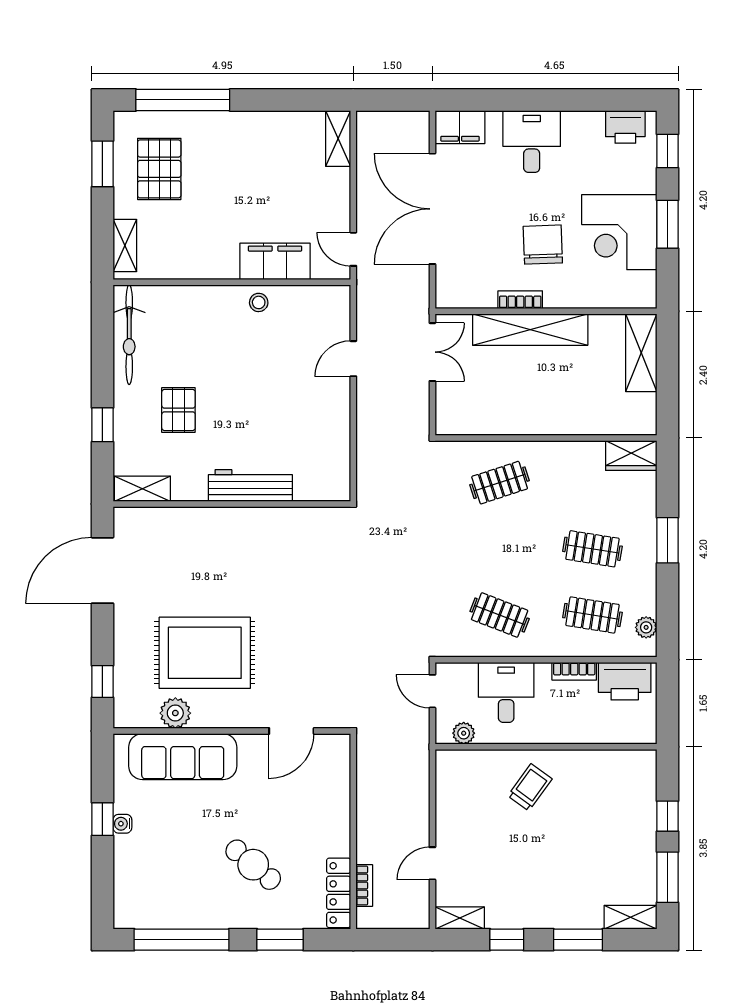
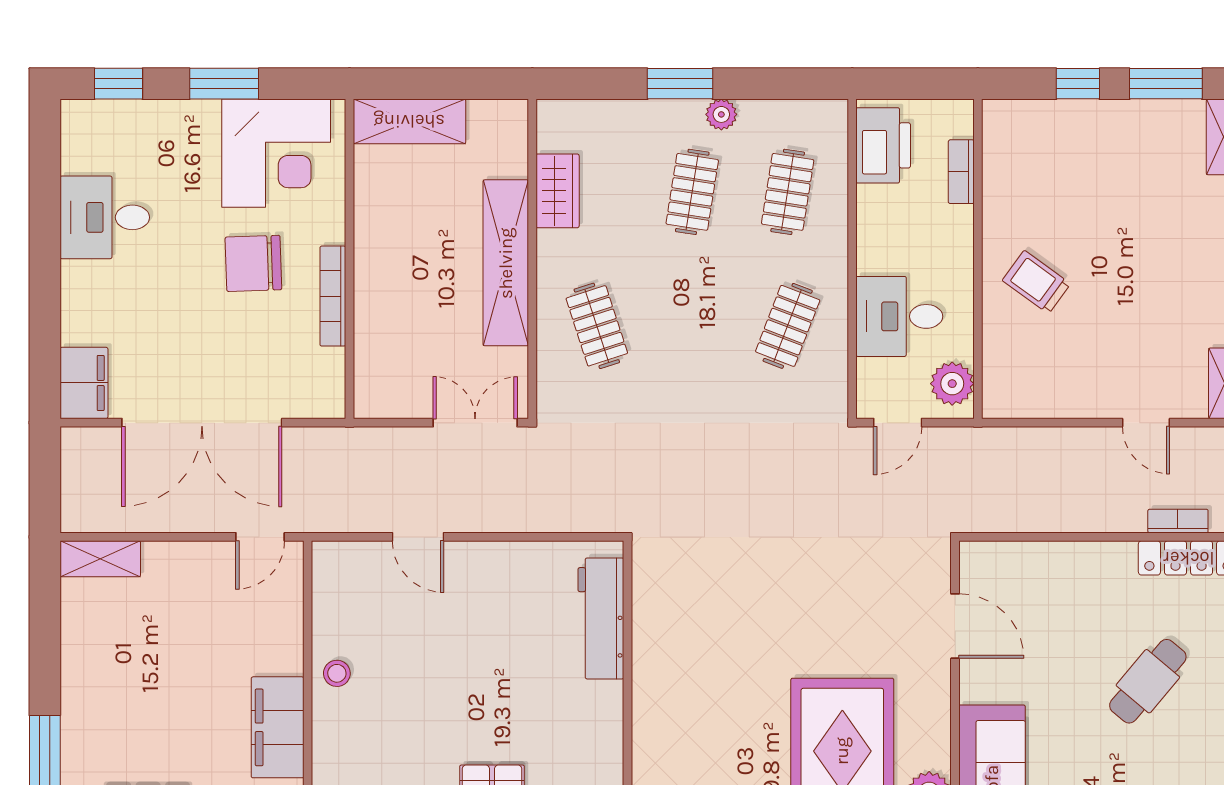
printer: (625, 127) -> (84, 144), removed
desk: (532, 142) -> (105, 217), moved
corner desk: (619, 232) -> (276, 153), moved
filing cabinet: (275, 261) -> (278, 727), moved
bookcase: (520, 300) -> (333, 296), width x1.56
shelving: (530, 330) -> (506, 263), moved
double door: (432, 352) -> (475, 423), moved
wardrobe: (631, 455) -> (558, 191), moved
workbench: (250, 485) -> (601, 618), moved
plant: (646, 627) -> (721, 114), moved
bookcase: (574, 671) -> (961, 172), moved, turned 180
plant: (464, 733) -> (952, 384), width x1.38, depth x1.38

